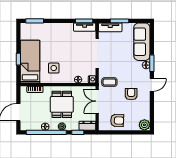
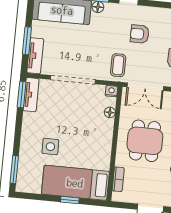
side table: (54, 68) -> (50, 147), moved
dining table: (62, 104) -> (145, 141), turned 90

